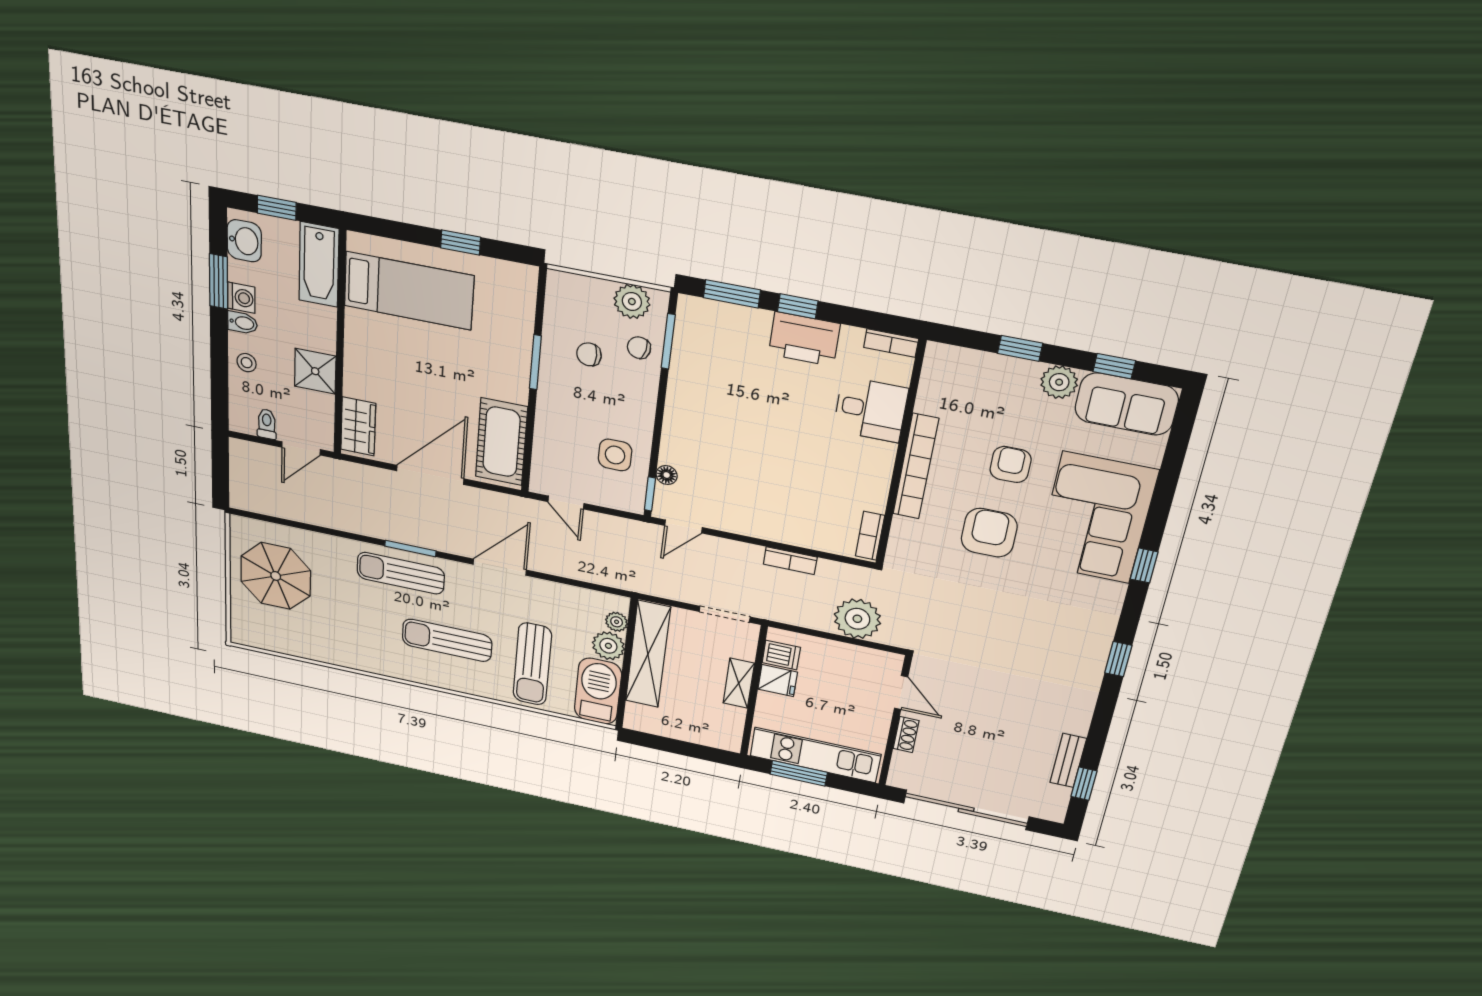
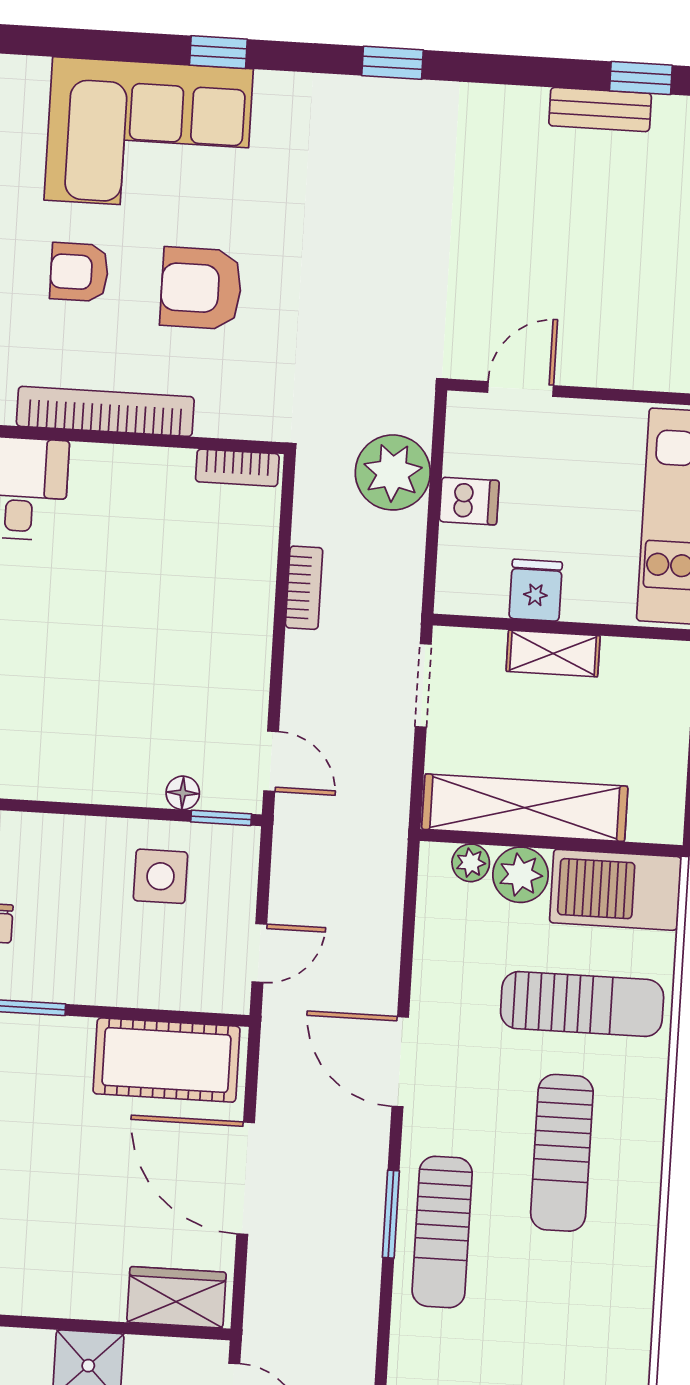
dishwasher: (781, 655) -> (469, 501), moved, turned 90
shoe rack: (906, 735) -> (601, 372), removed

